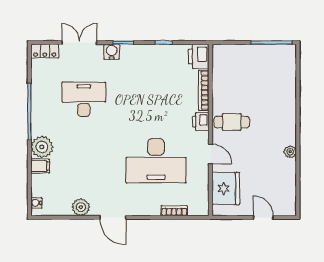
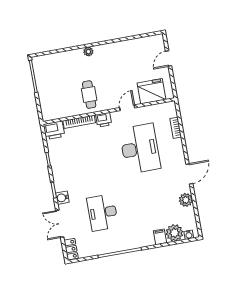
cafe table: (232, 122) -> (89, 95), moved
plant: (42, 147) -> (174, 233), moved
plant: (290, 152) -> (88, 52), moved

